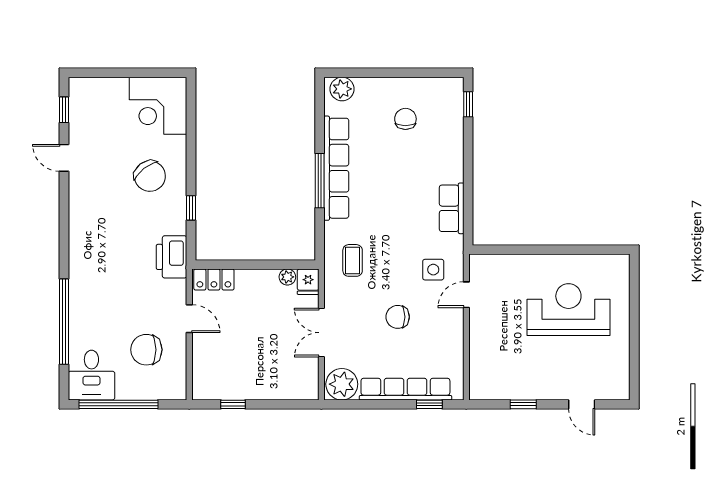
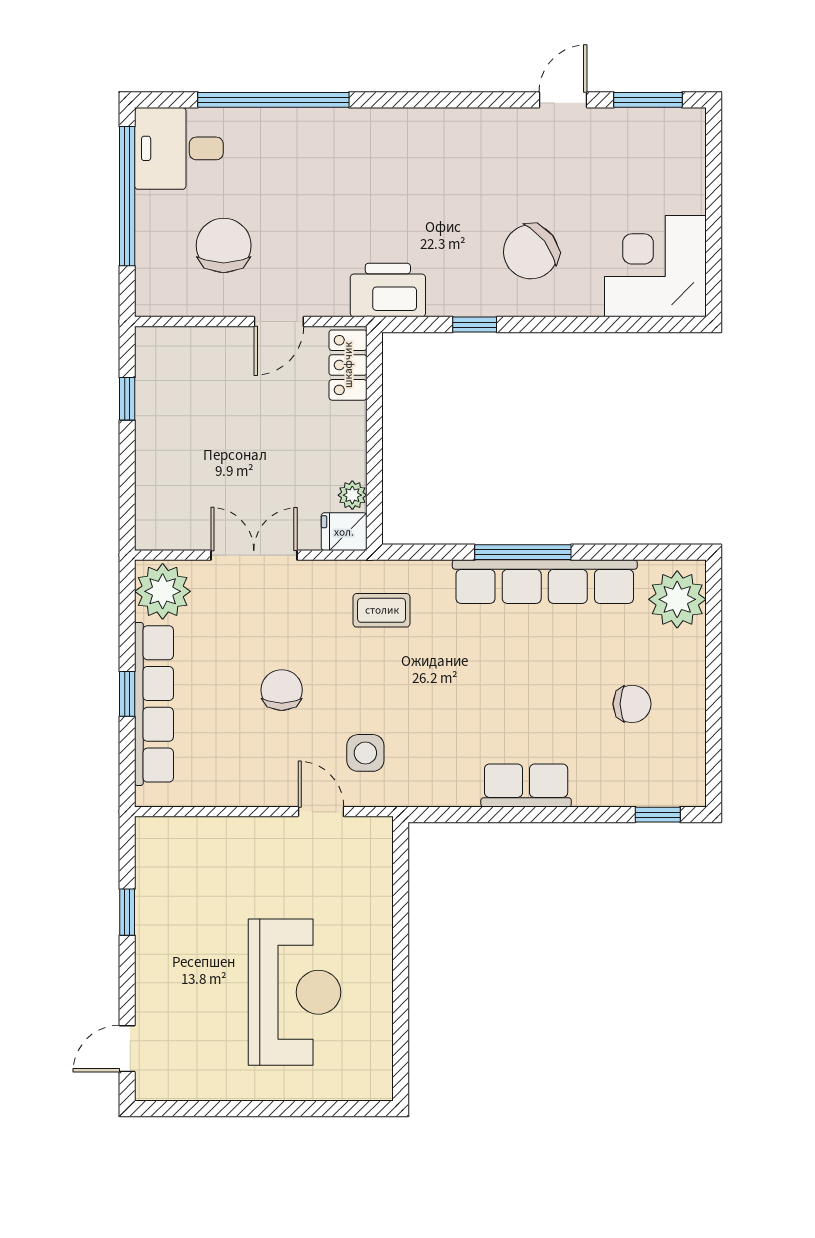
plant: (342, 89) -> (677, 599), width x1.36, depth x1.36
window: (64, 110) -> (648, 100), width x1.50
row of seats: (452, 208) -> (526, 785), moved
window: (429, 404) -> (127, 694), moved
door: (582, 404) -> (127, 1049), moved

